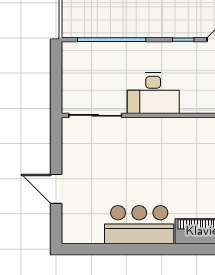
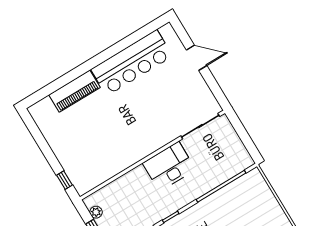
bar counter: (139, 225) -> (132, 63), width x1.36

